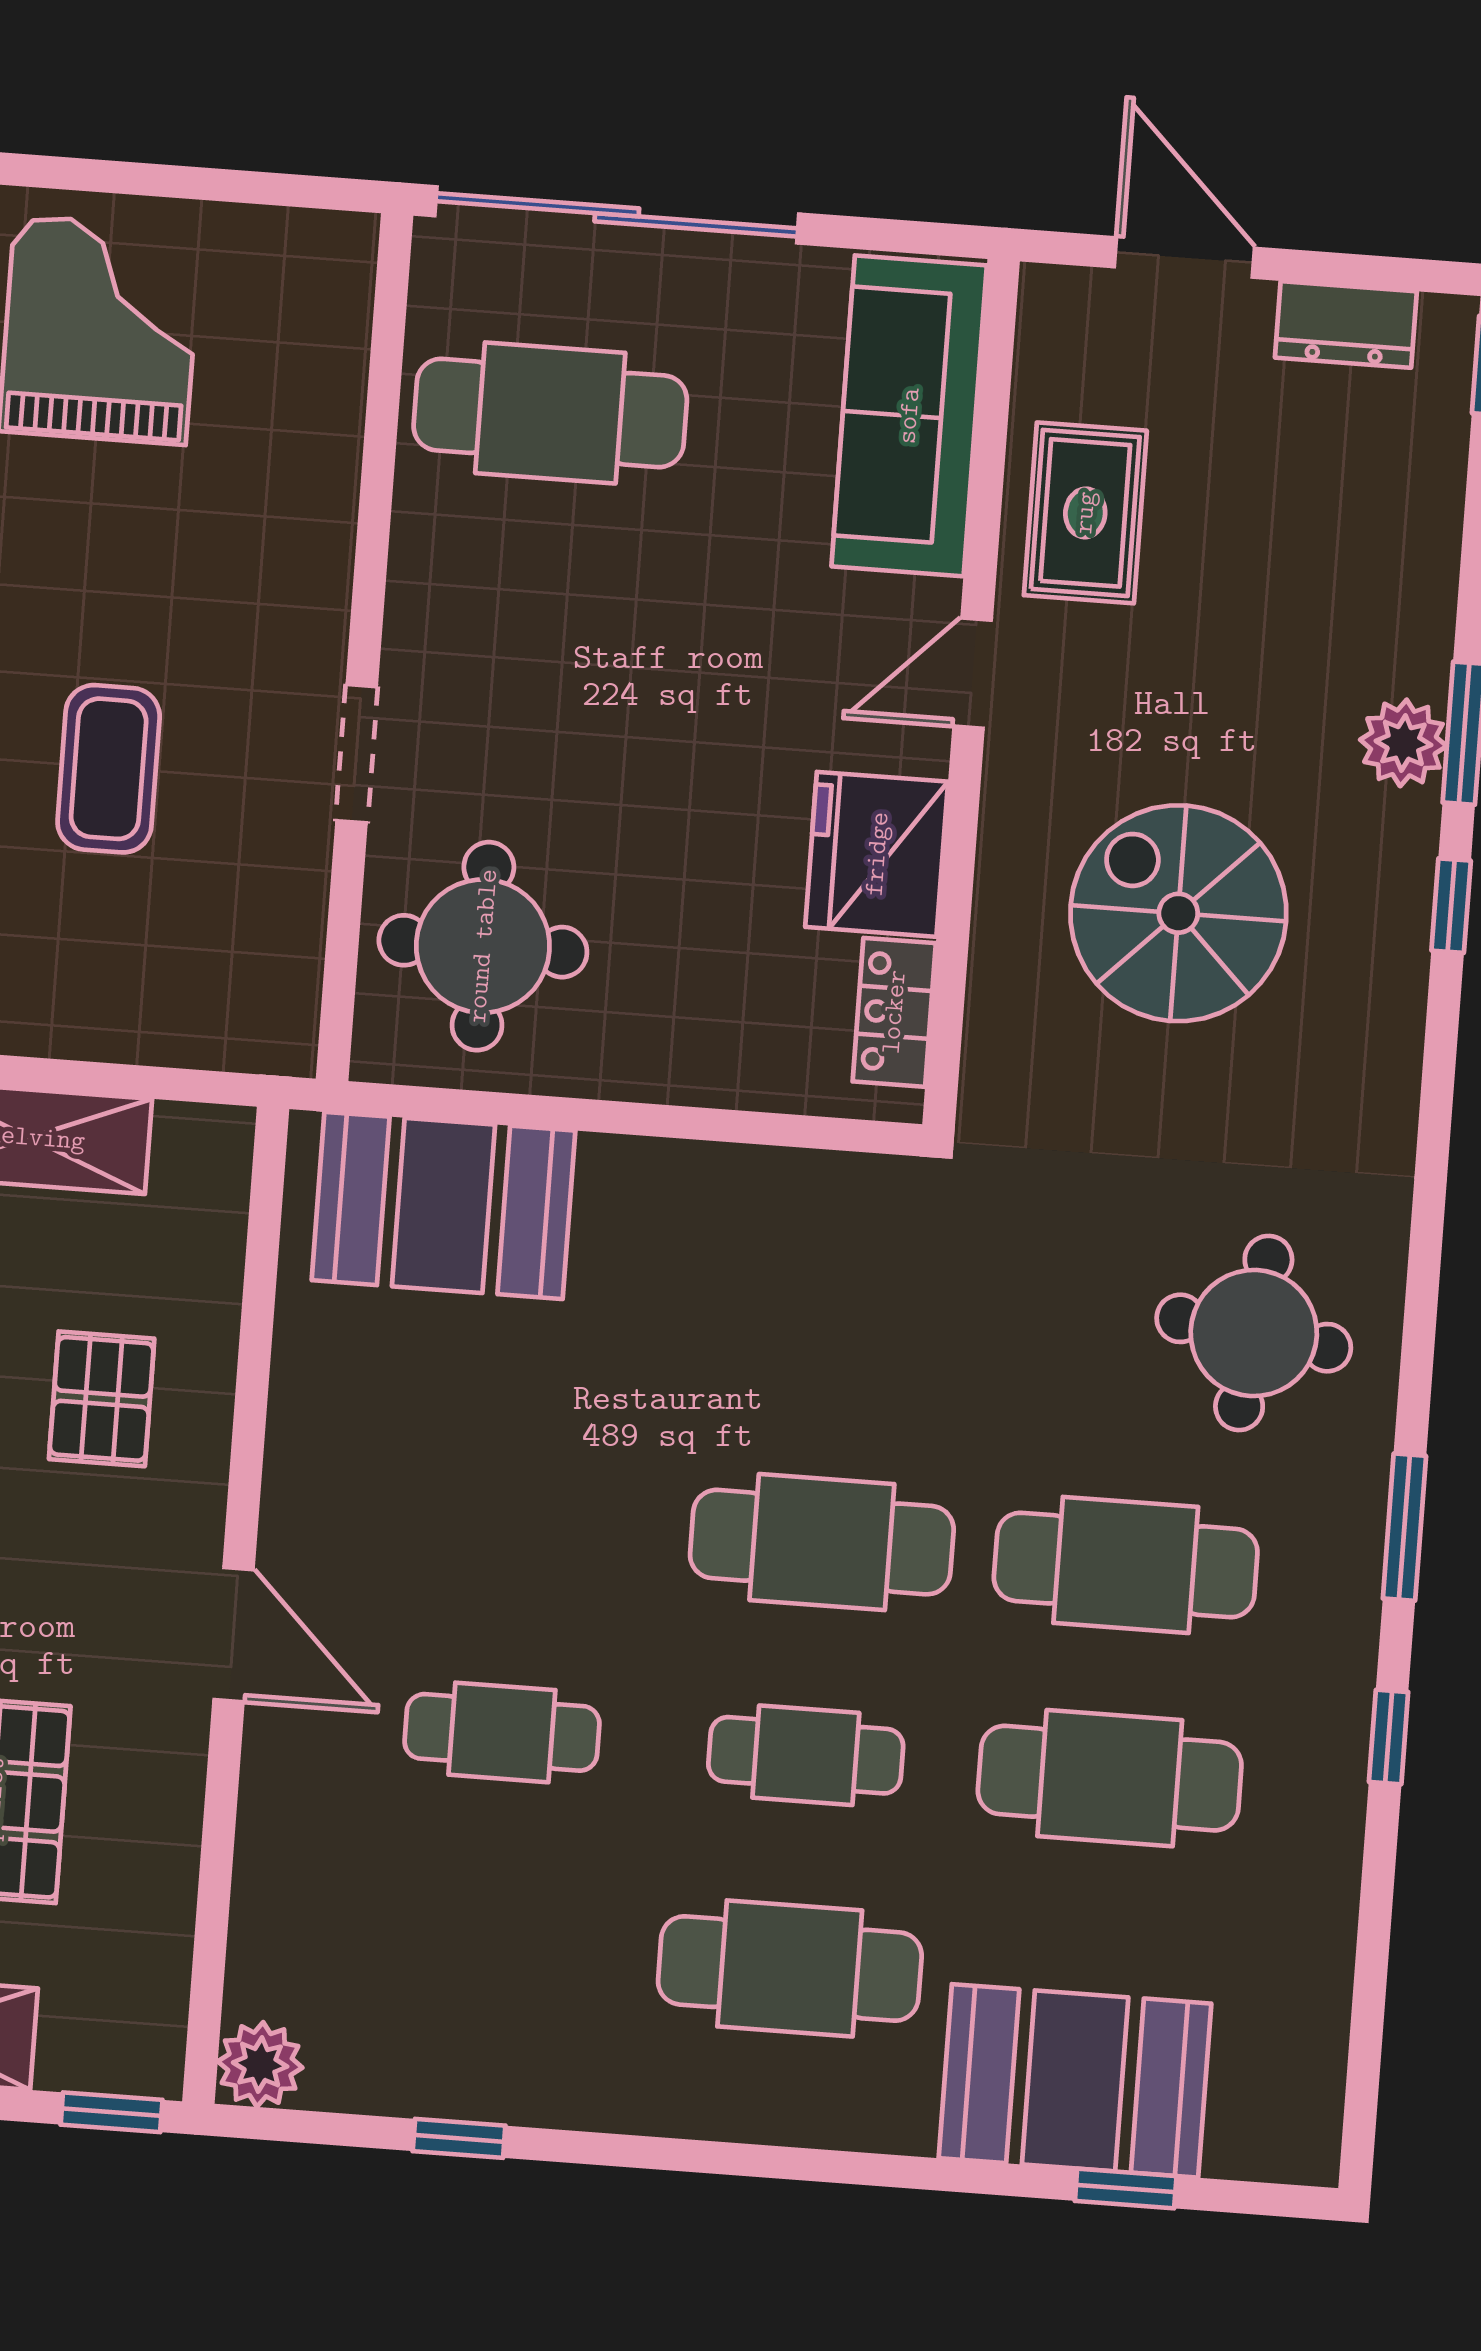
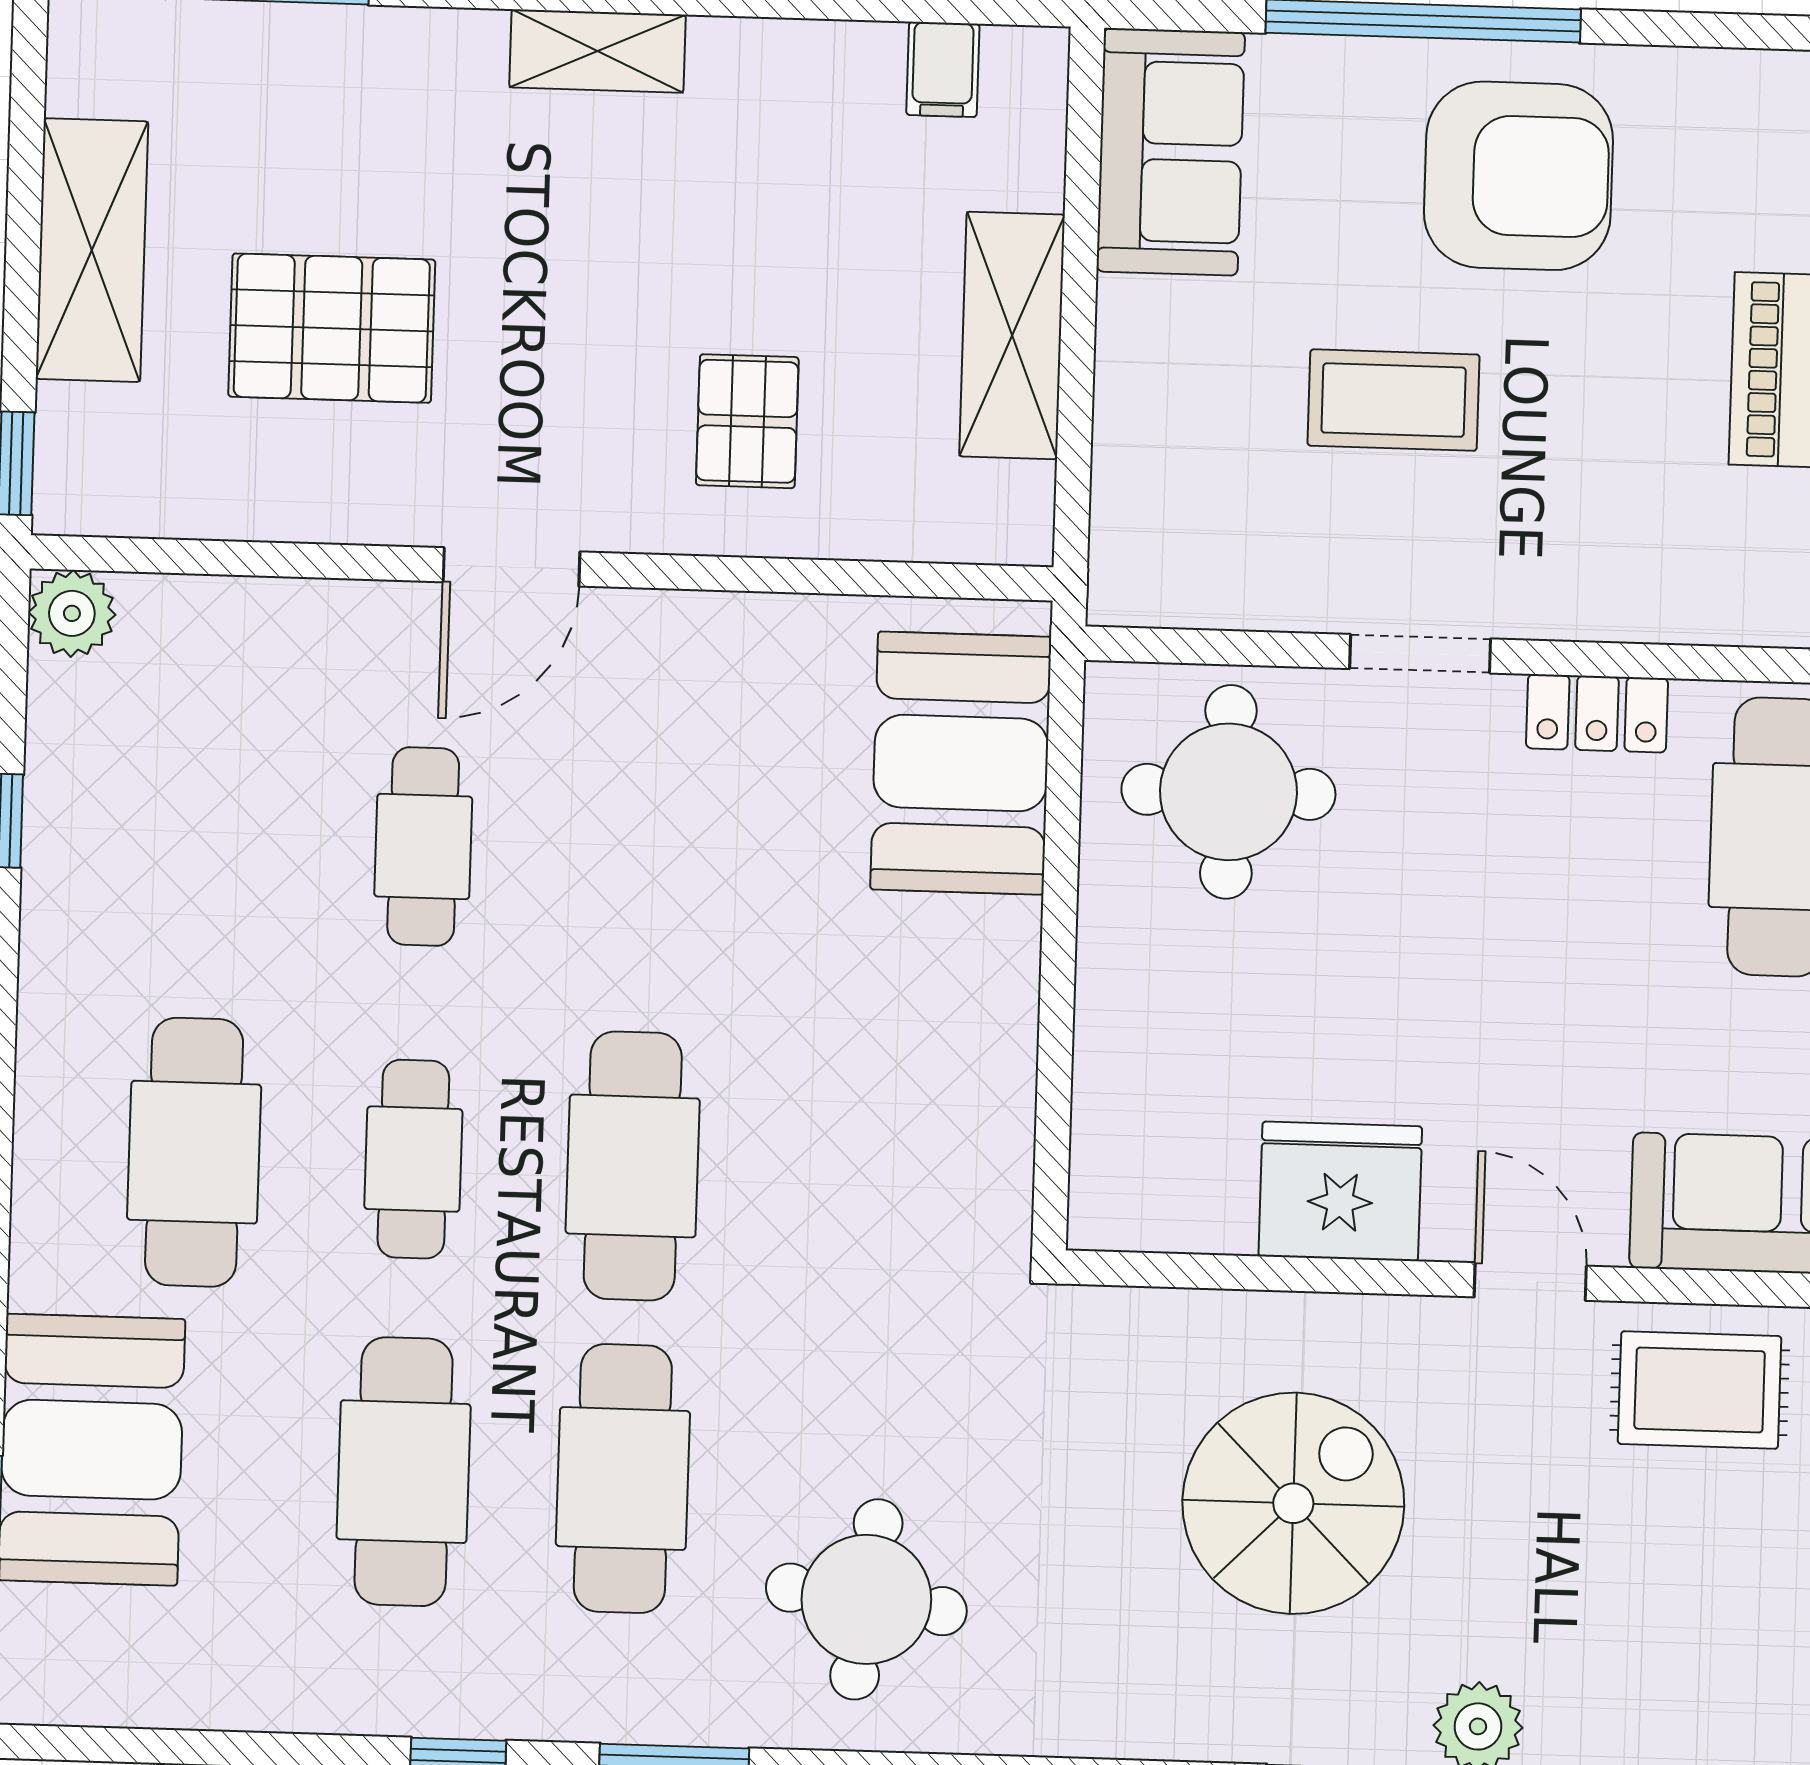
locker: (894, 1012) -> (1597, 713), moved, turned 180
pallet: (102, 1399) -> (747, 421), turned 90

